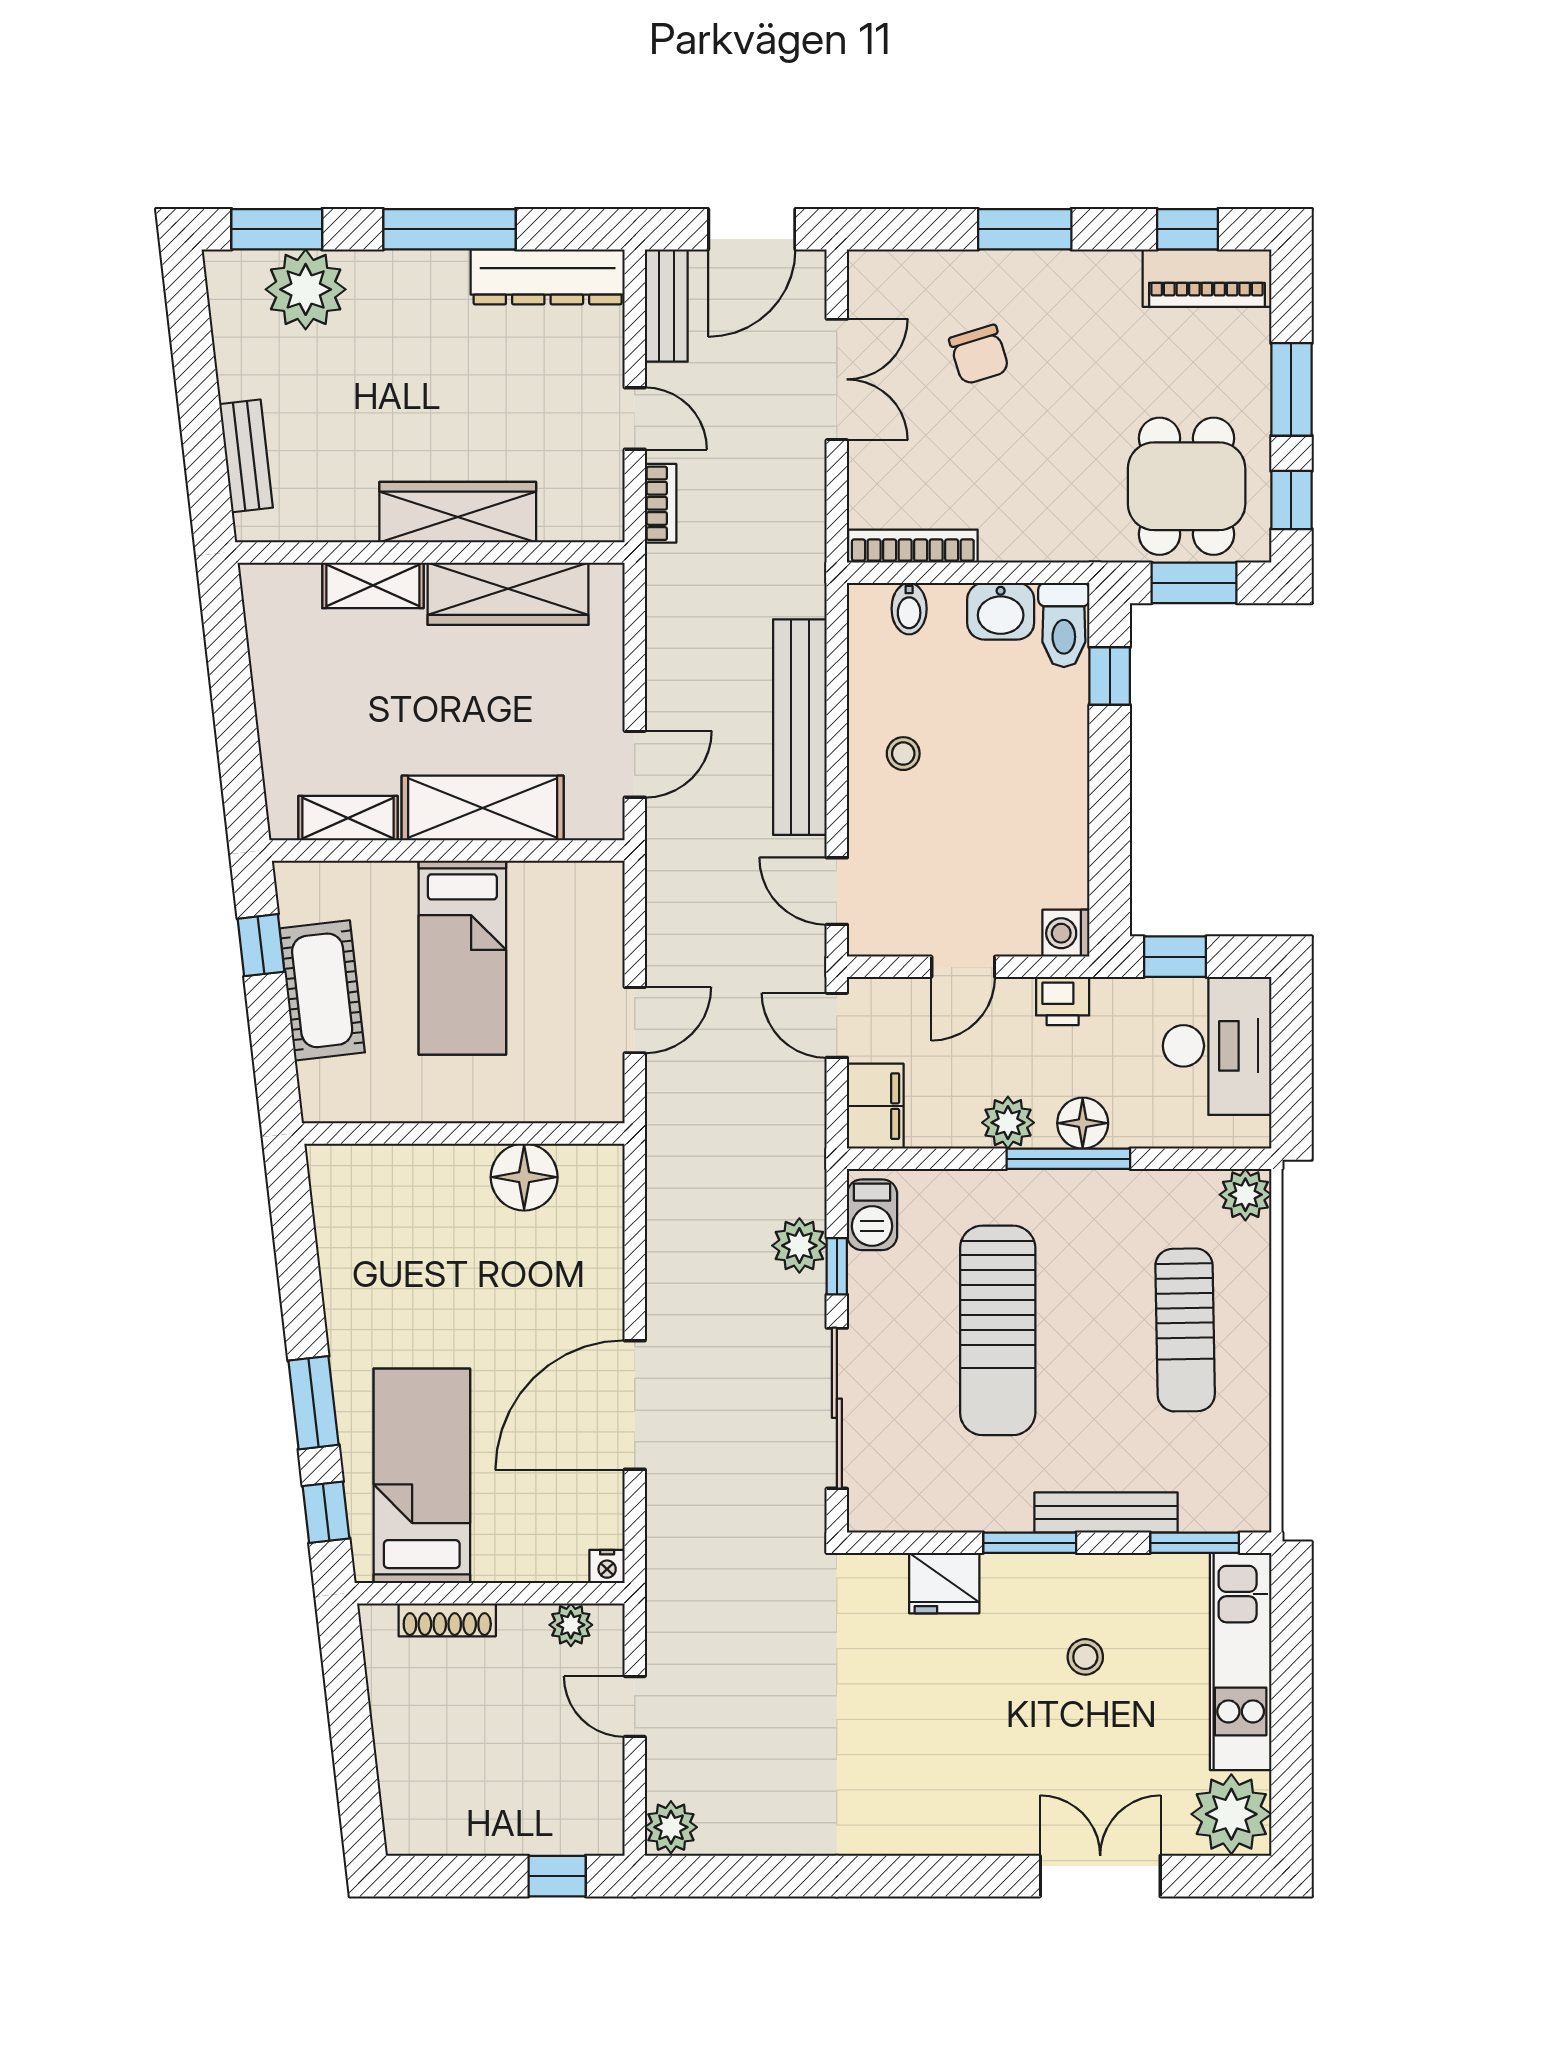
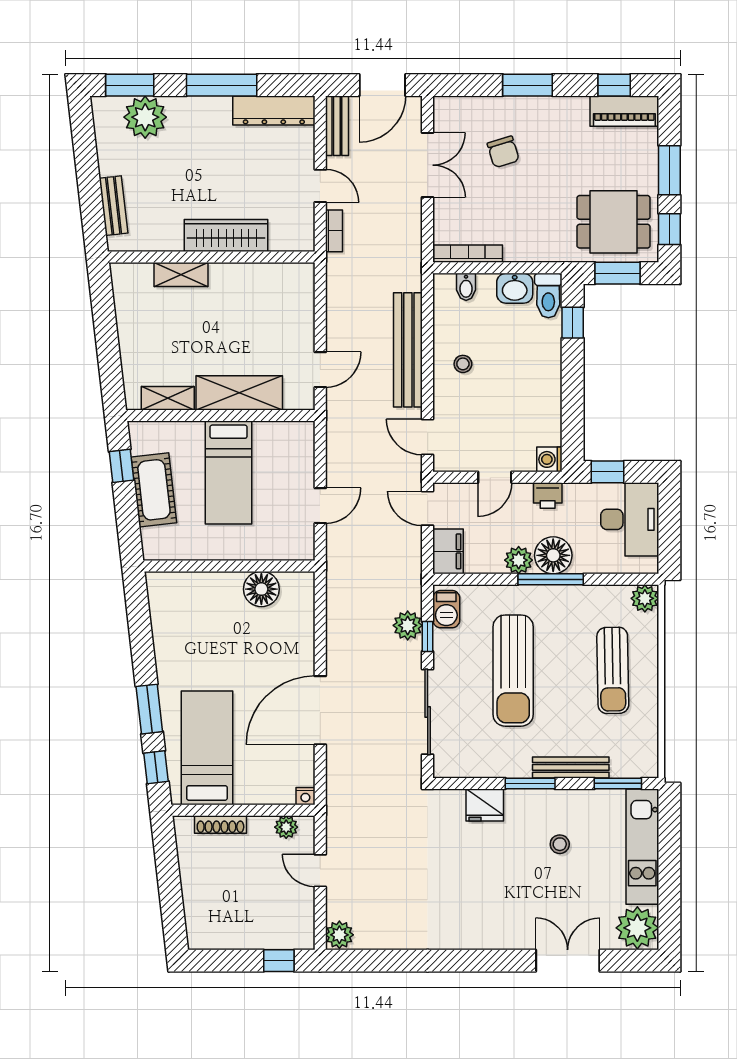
dining table: (1187, 486) -> (614, 222), turned 90
wardrobe: (508, 594) -> (253, 279), removed
floor lamp: (1083, 1123) -> (553, 555), width x1.38, depth x1.38

